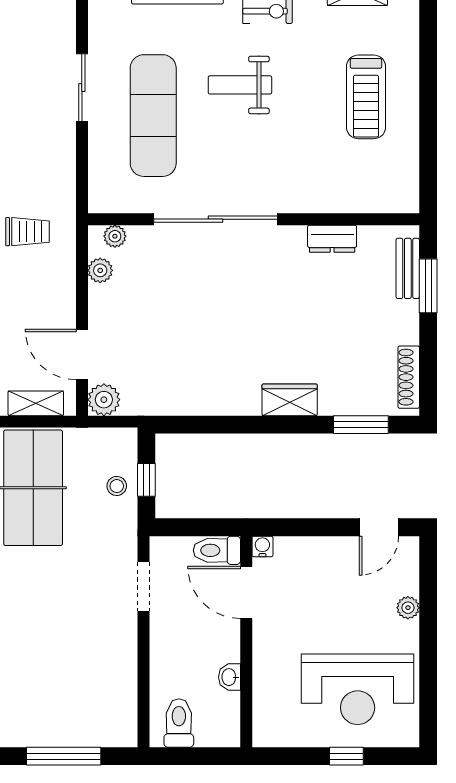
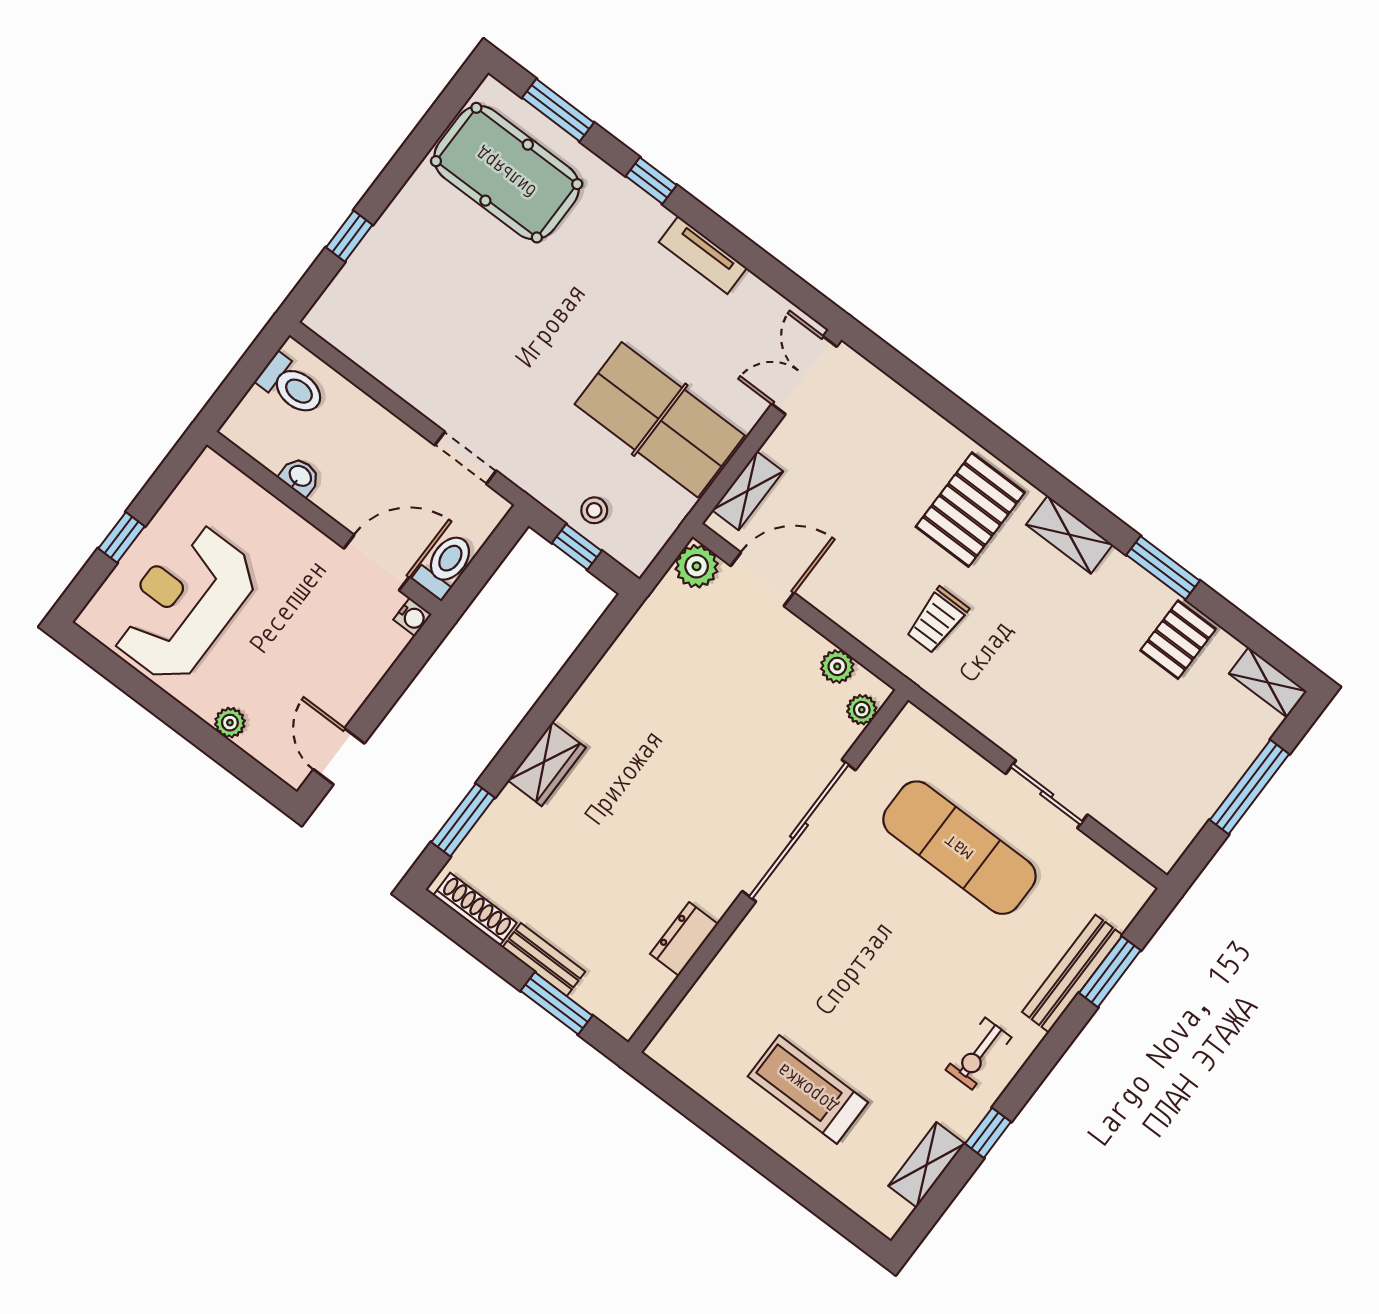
weight bench: (240, 85) -> (922, 965), removed
bench: (408, 268) -> (544, 960), moved
window: (64, 756) -> (349, 236), width x0.46

